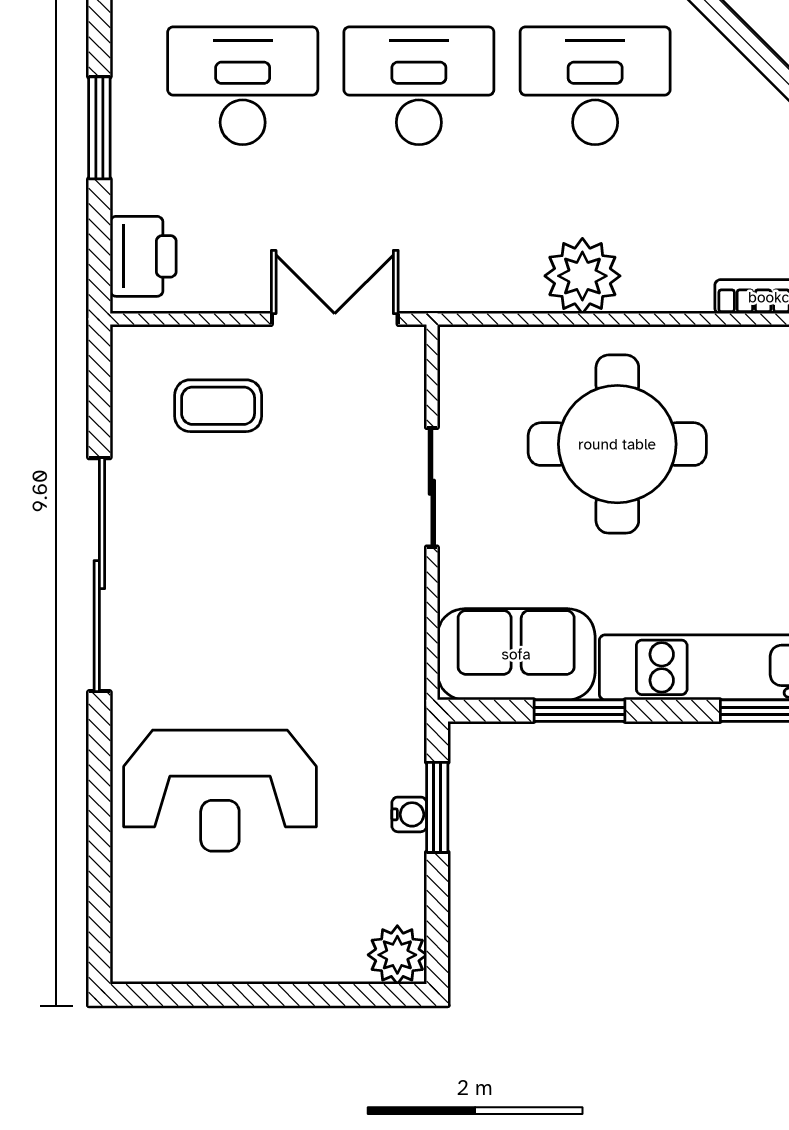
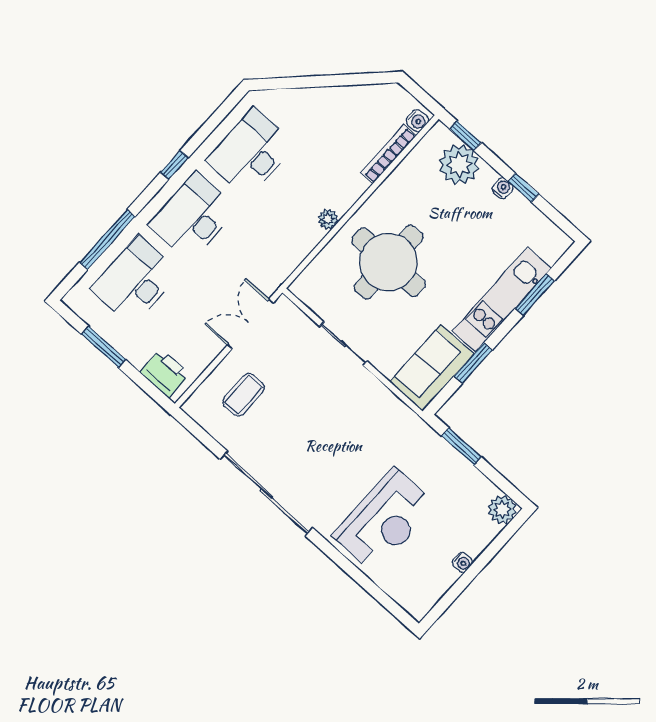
plant: (582, 276) -> (328, 219), width x0.53, depth x0.53
water cooler: (409, 814) -> (462, 562), moved, turned 90

